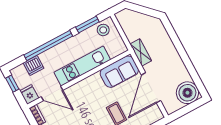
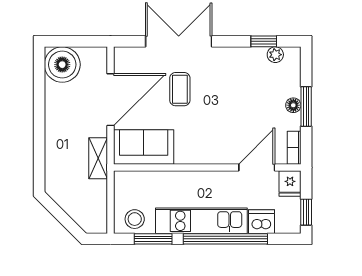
kitchen unit: (82, 66) -> (201, 221), moved, turned 180
door: (52, 93) -> (257, 168), hinge flipped

